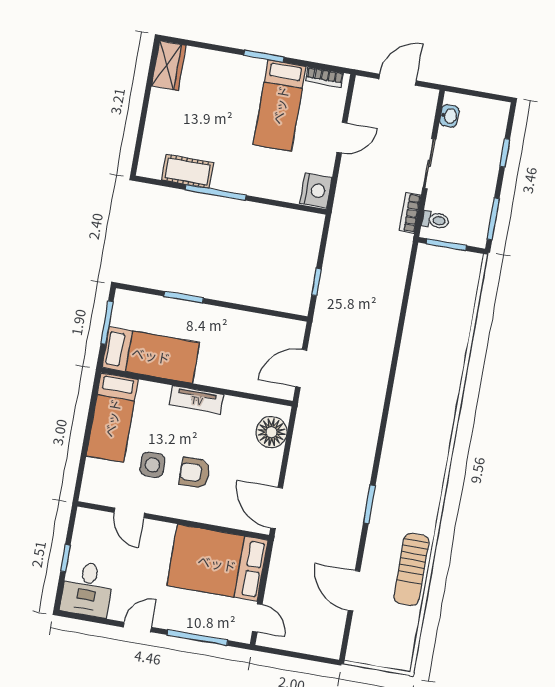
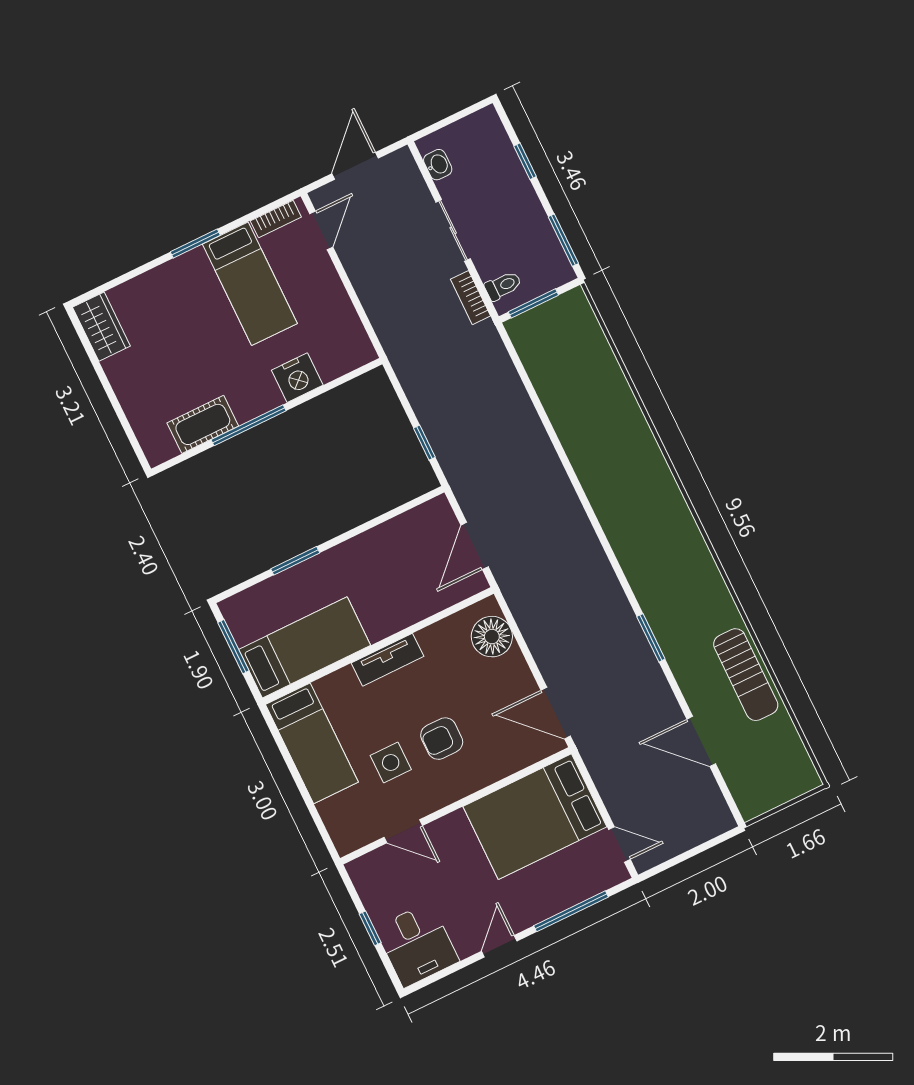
door: (342, 138) -> (321, 230), moved
nightstand: (316, 190) -> (297, 378), moved, turned 90

